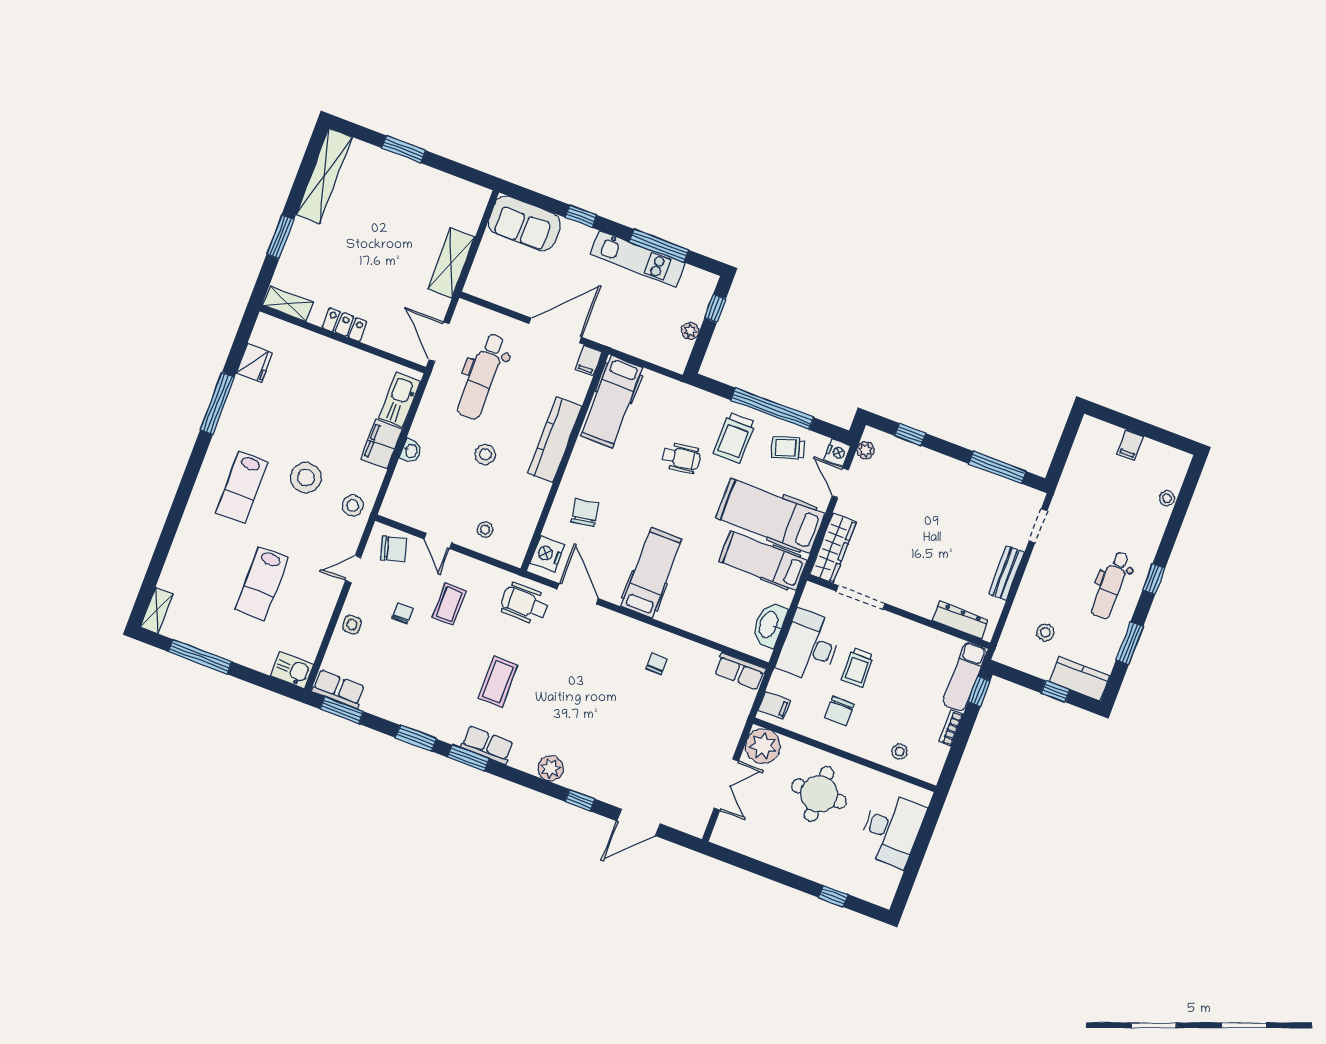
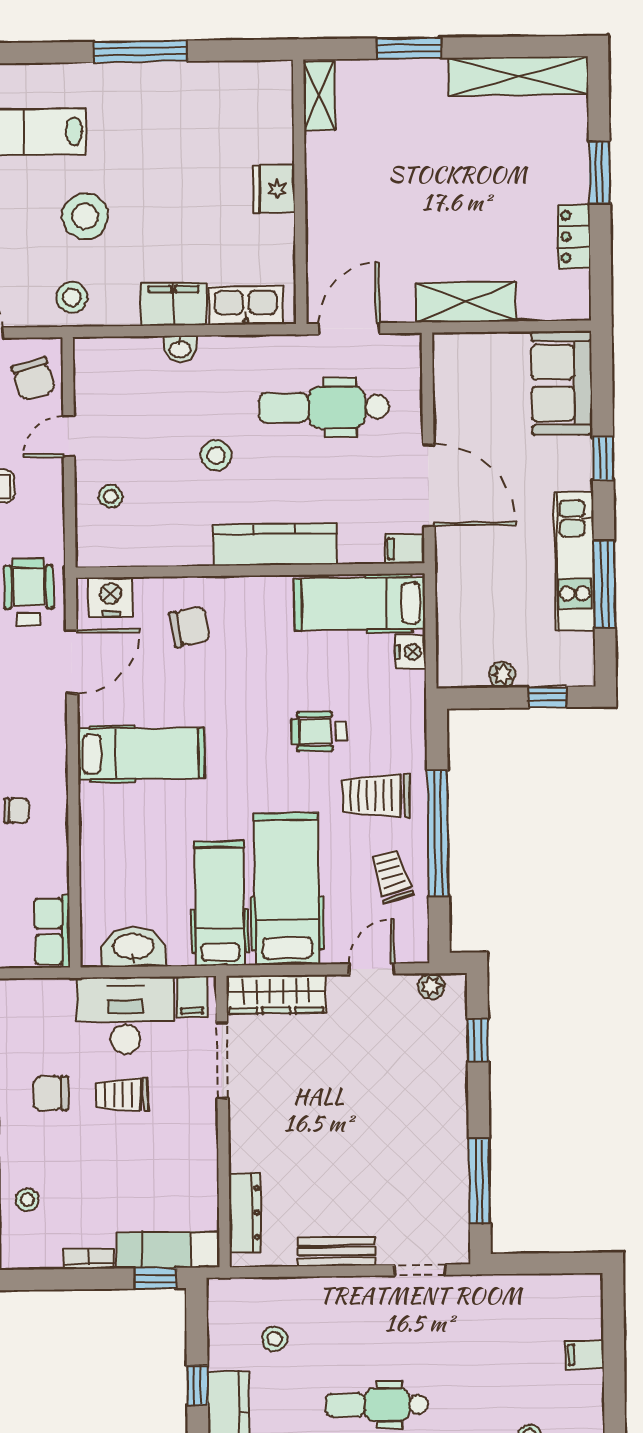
locker: (345, 325) -> (574, 237), moved, turned 180
fridge: (255, 363) -> (274, 189), moved, turned 90
nightstand: (837, 452) -> (410, 652), moved, turned -90
wheelchair: (681, 458) -> (319, 731), turned 98
filing cabinet: (774, 706) -> (192, 997), moved

